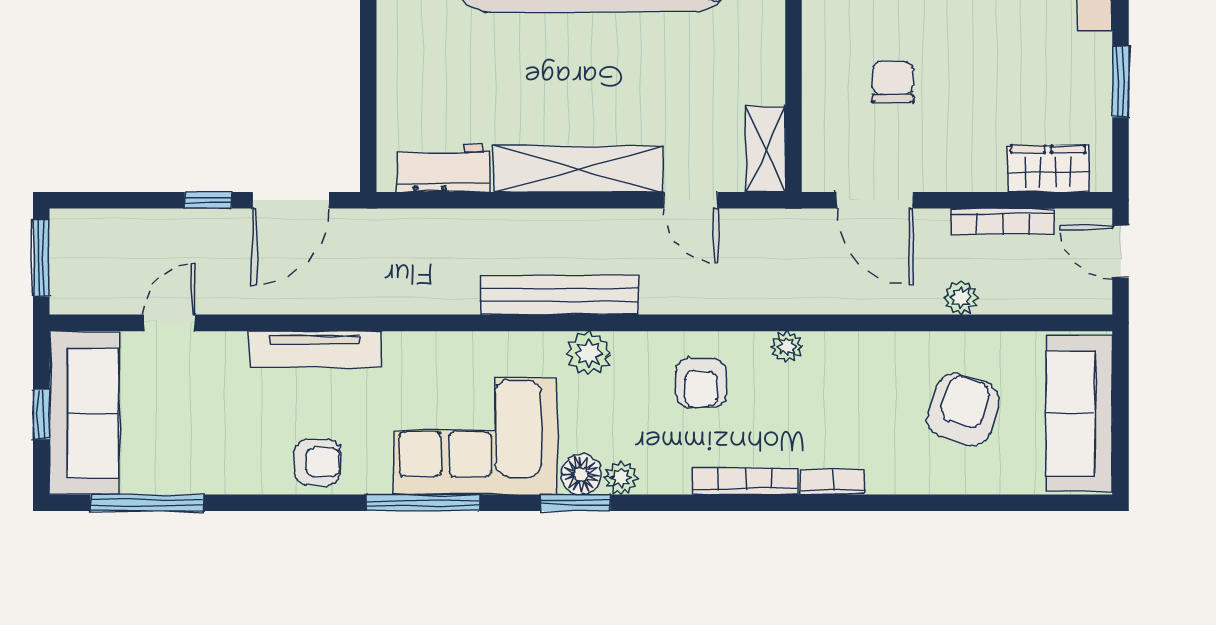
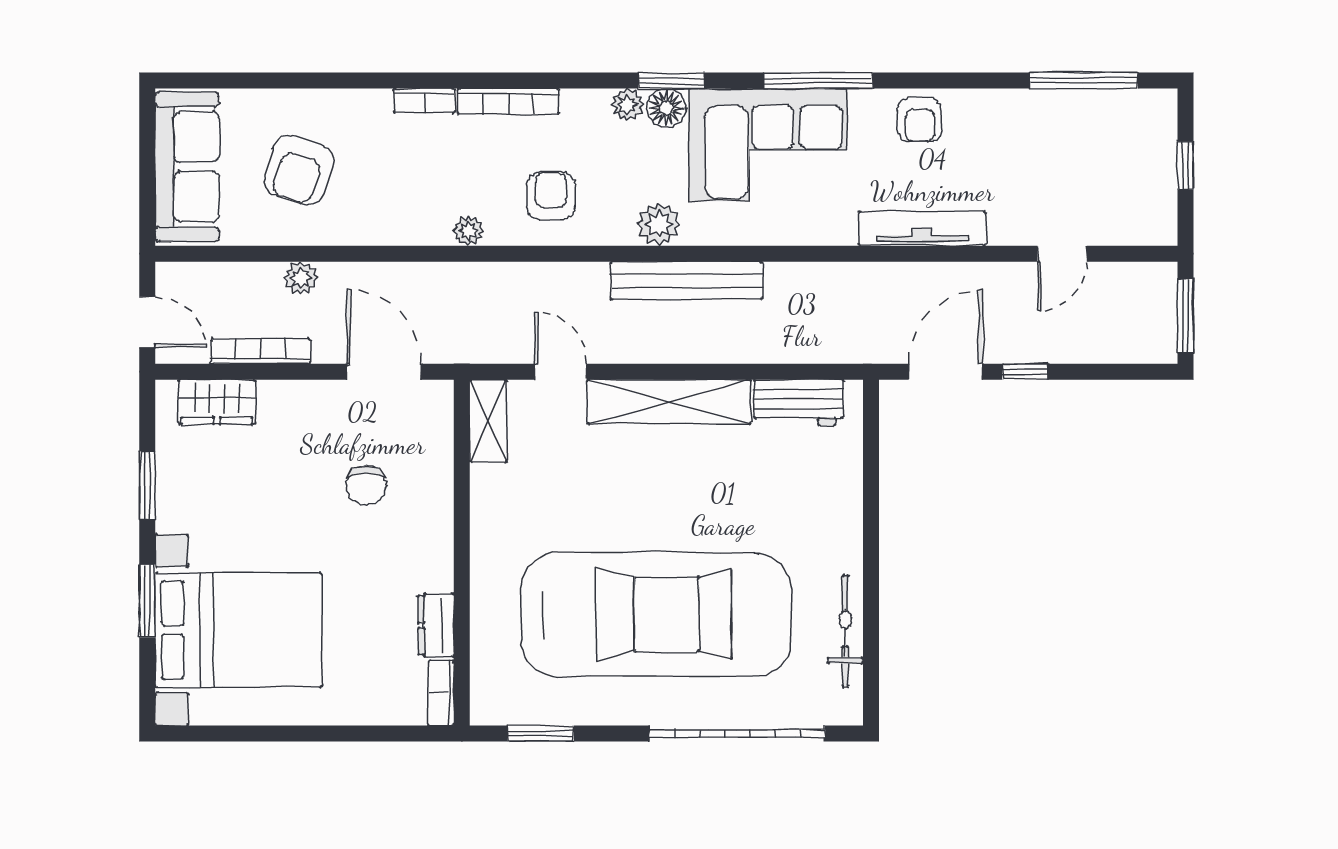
sofa: (84, 413) -> (1144, 167), removed
armchair: (317, 462) -> (920, 120), turned -90

